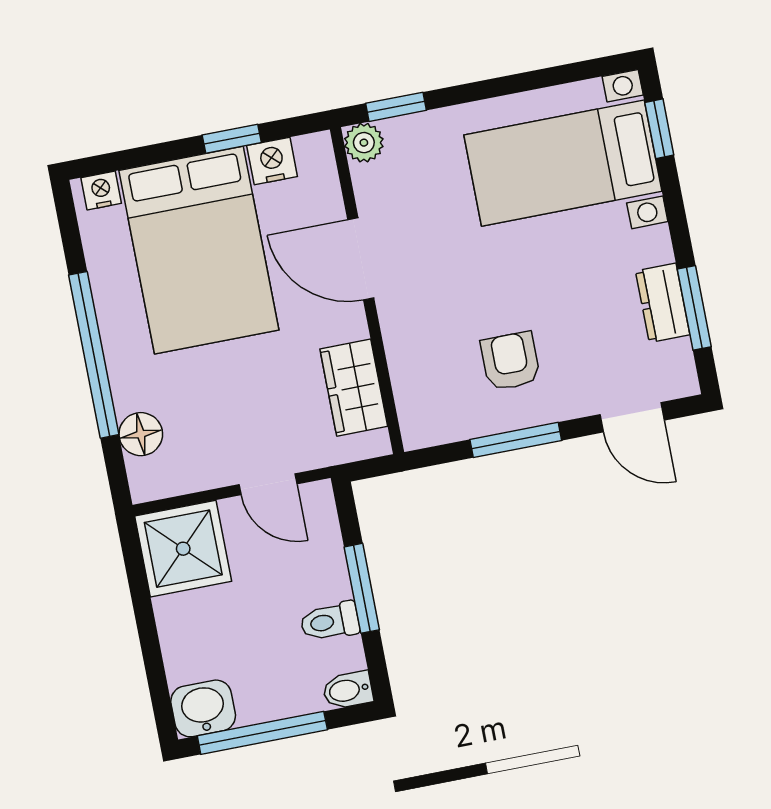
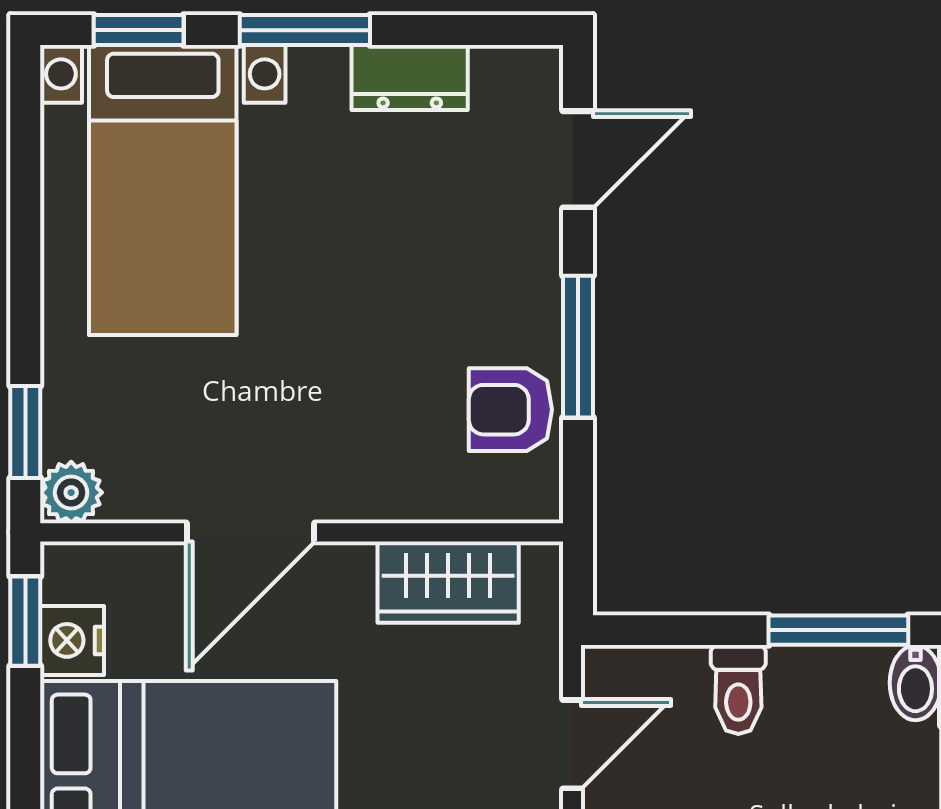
window: (232, 139) -> (25, 621), moved
window: (694, 308) -> (305, 30), moved
armchair: (510, 361) -> (510, 410), moved
window: (362, 588) -> (838, 630), moved
toilet: (330, 622) -> (738, 690), moved

